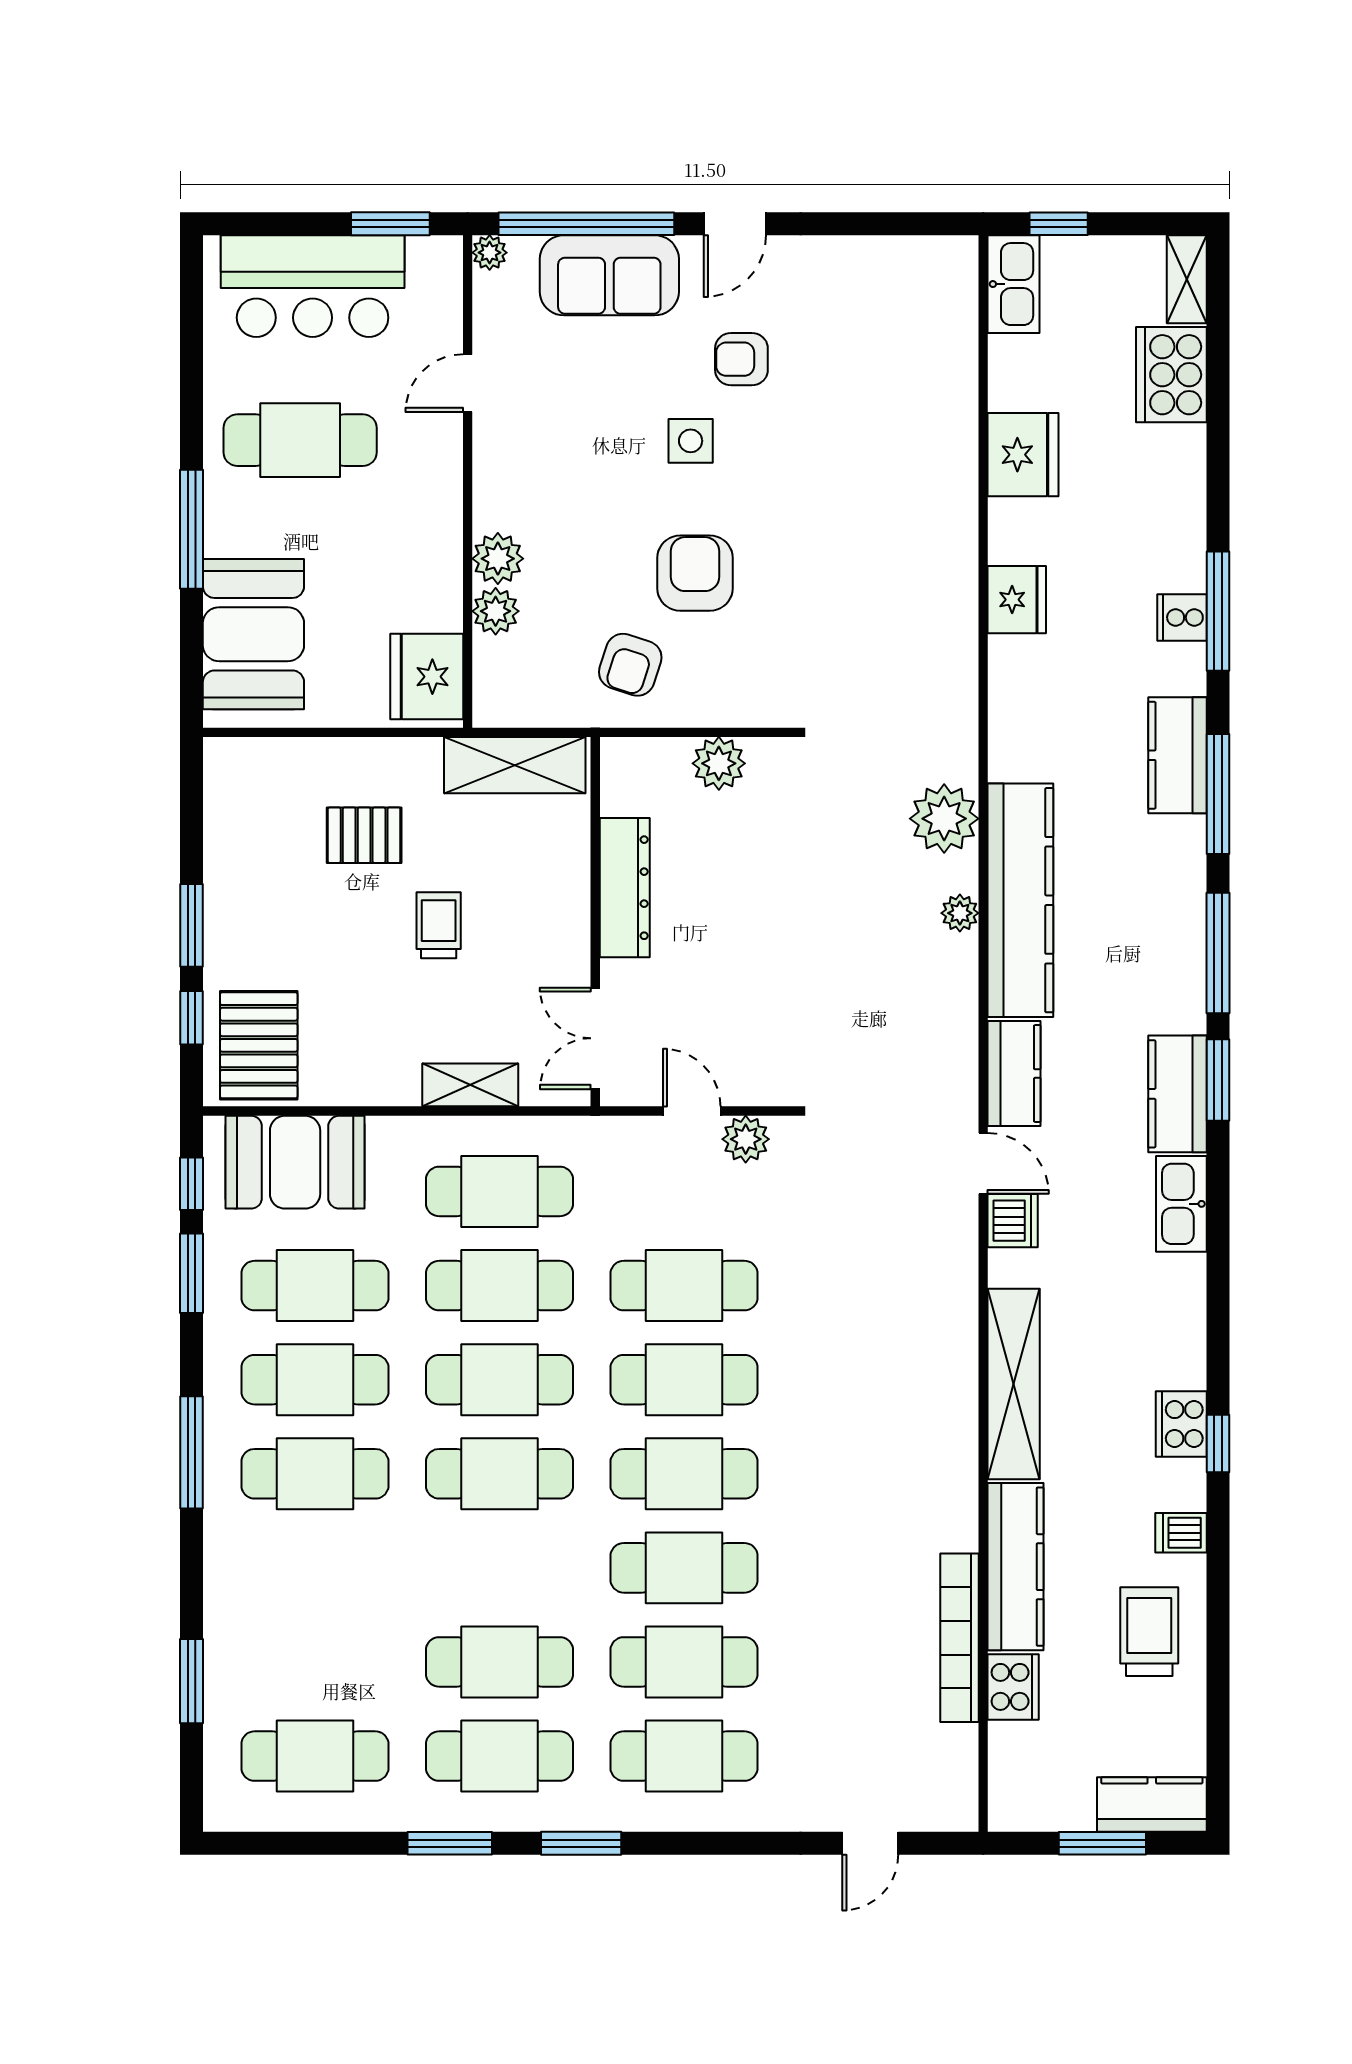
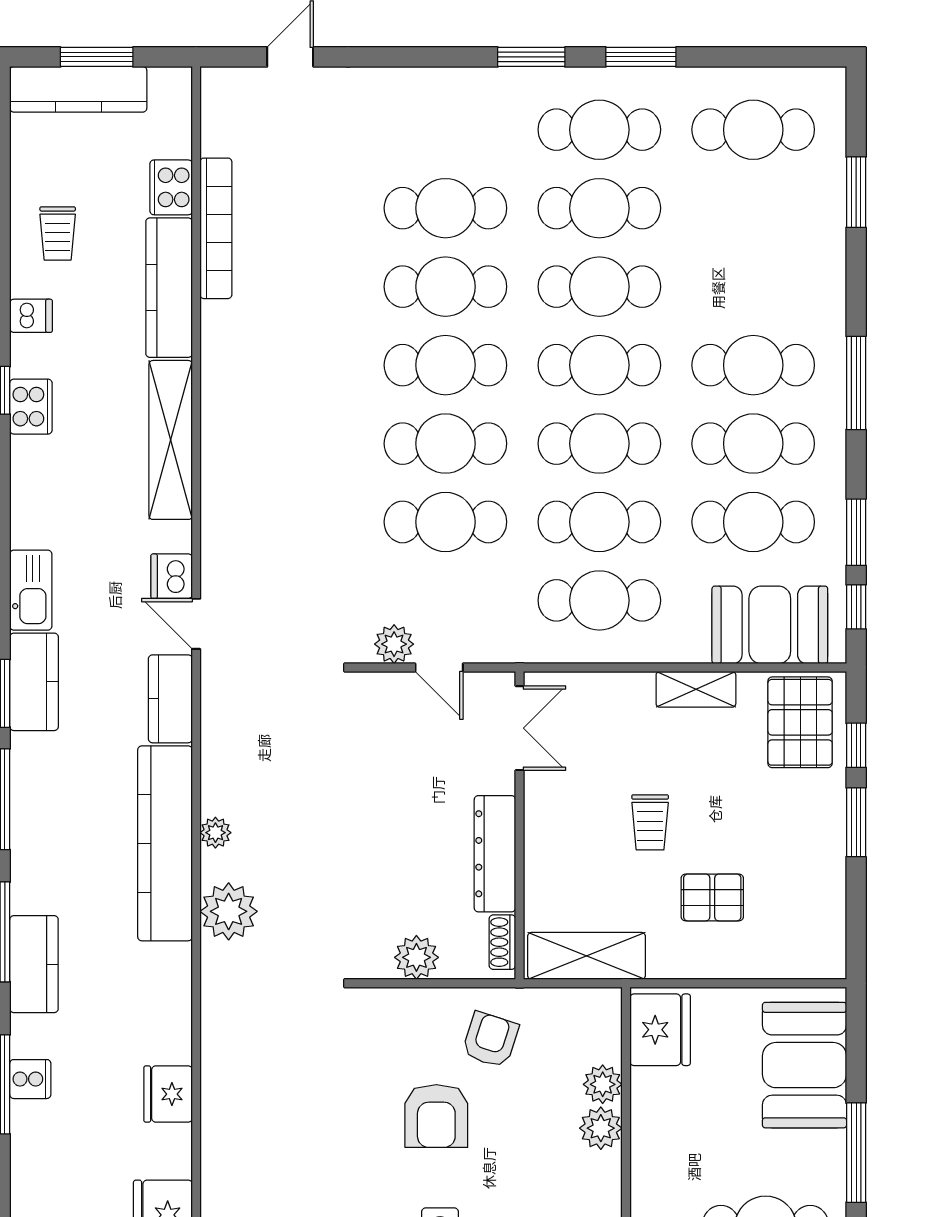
shoe rack: (616, 782) -> (502, 942), added
shelving: (470, 1085) -> (696, 689), moved
trolley: (1149, 1632) -> (58, 233), width x0.73, depth x0.72
cafe table: (684, 1756) -> (599, 287), moved
kitchen counter: (1152, 1805) -> (78, 89), width x1.50

